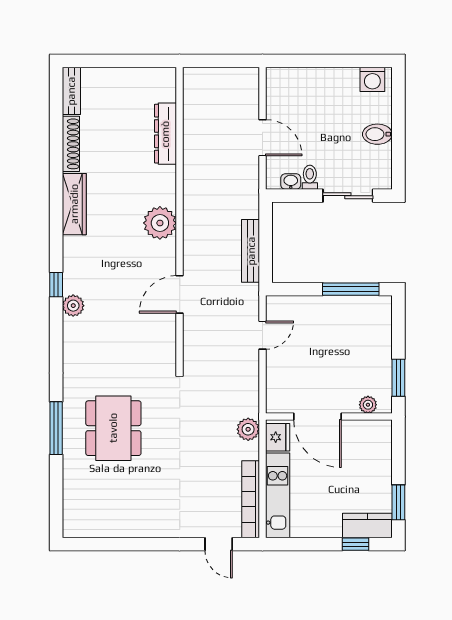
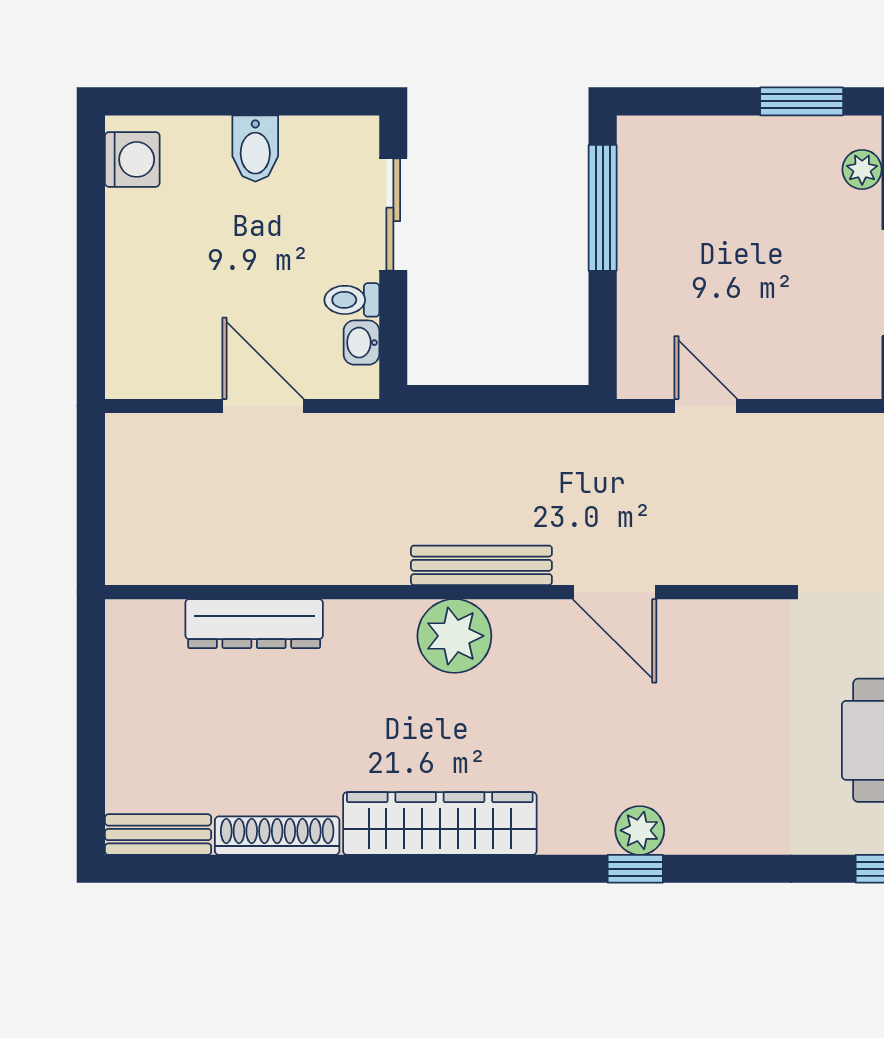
door: (262, 138) -> (263, 406), hinge flipped
wardrobe: (74, 204) -> (440, 824), width x1.40, depth x1.17
bench: (251, 251) -> (481, 565), moved
window: (56, 285) -> (635, 869), moved

